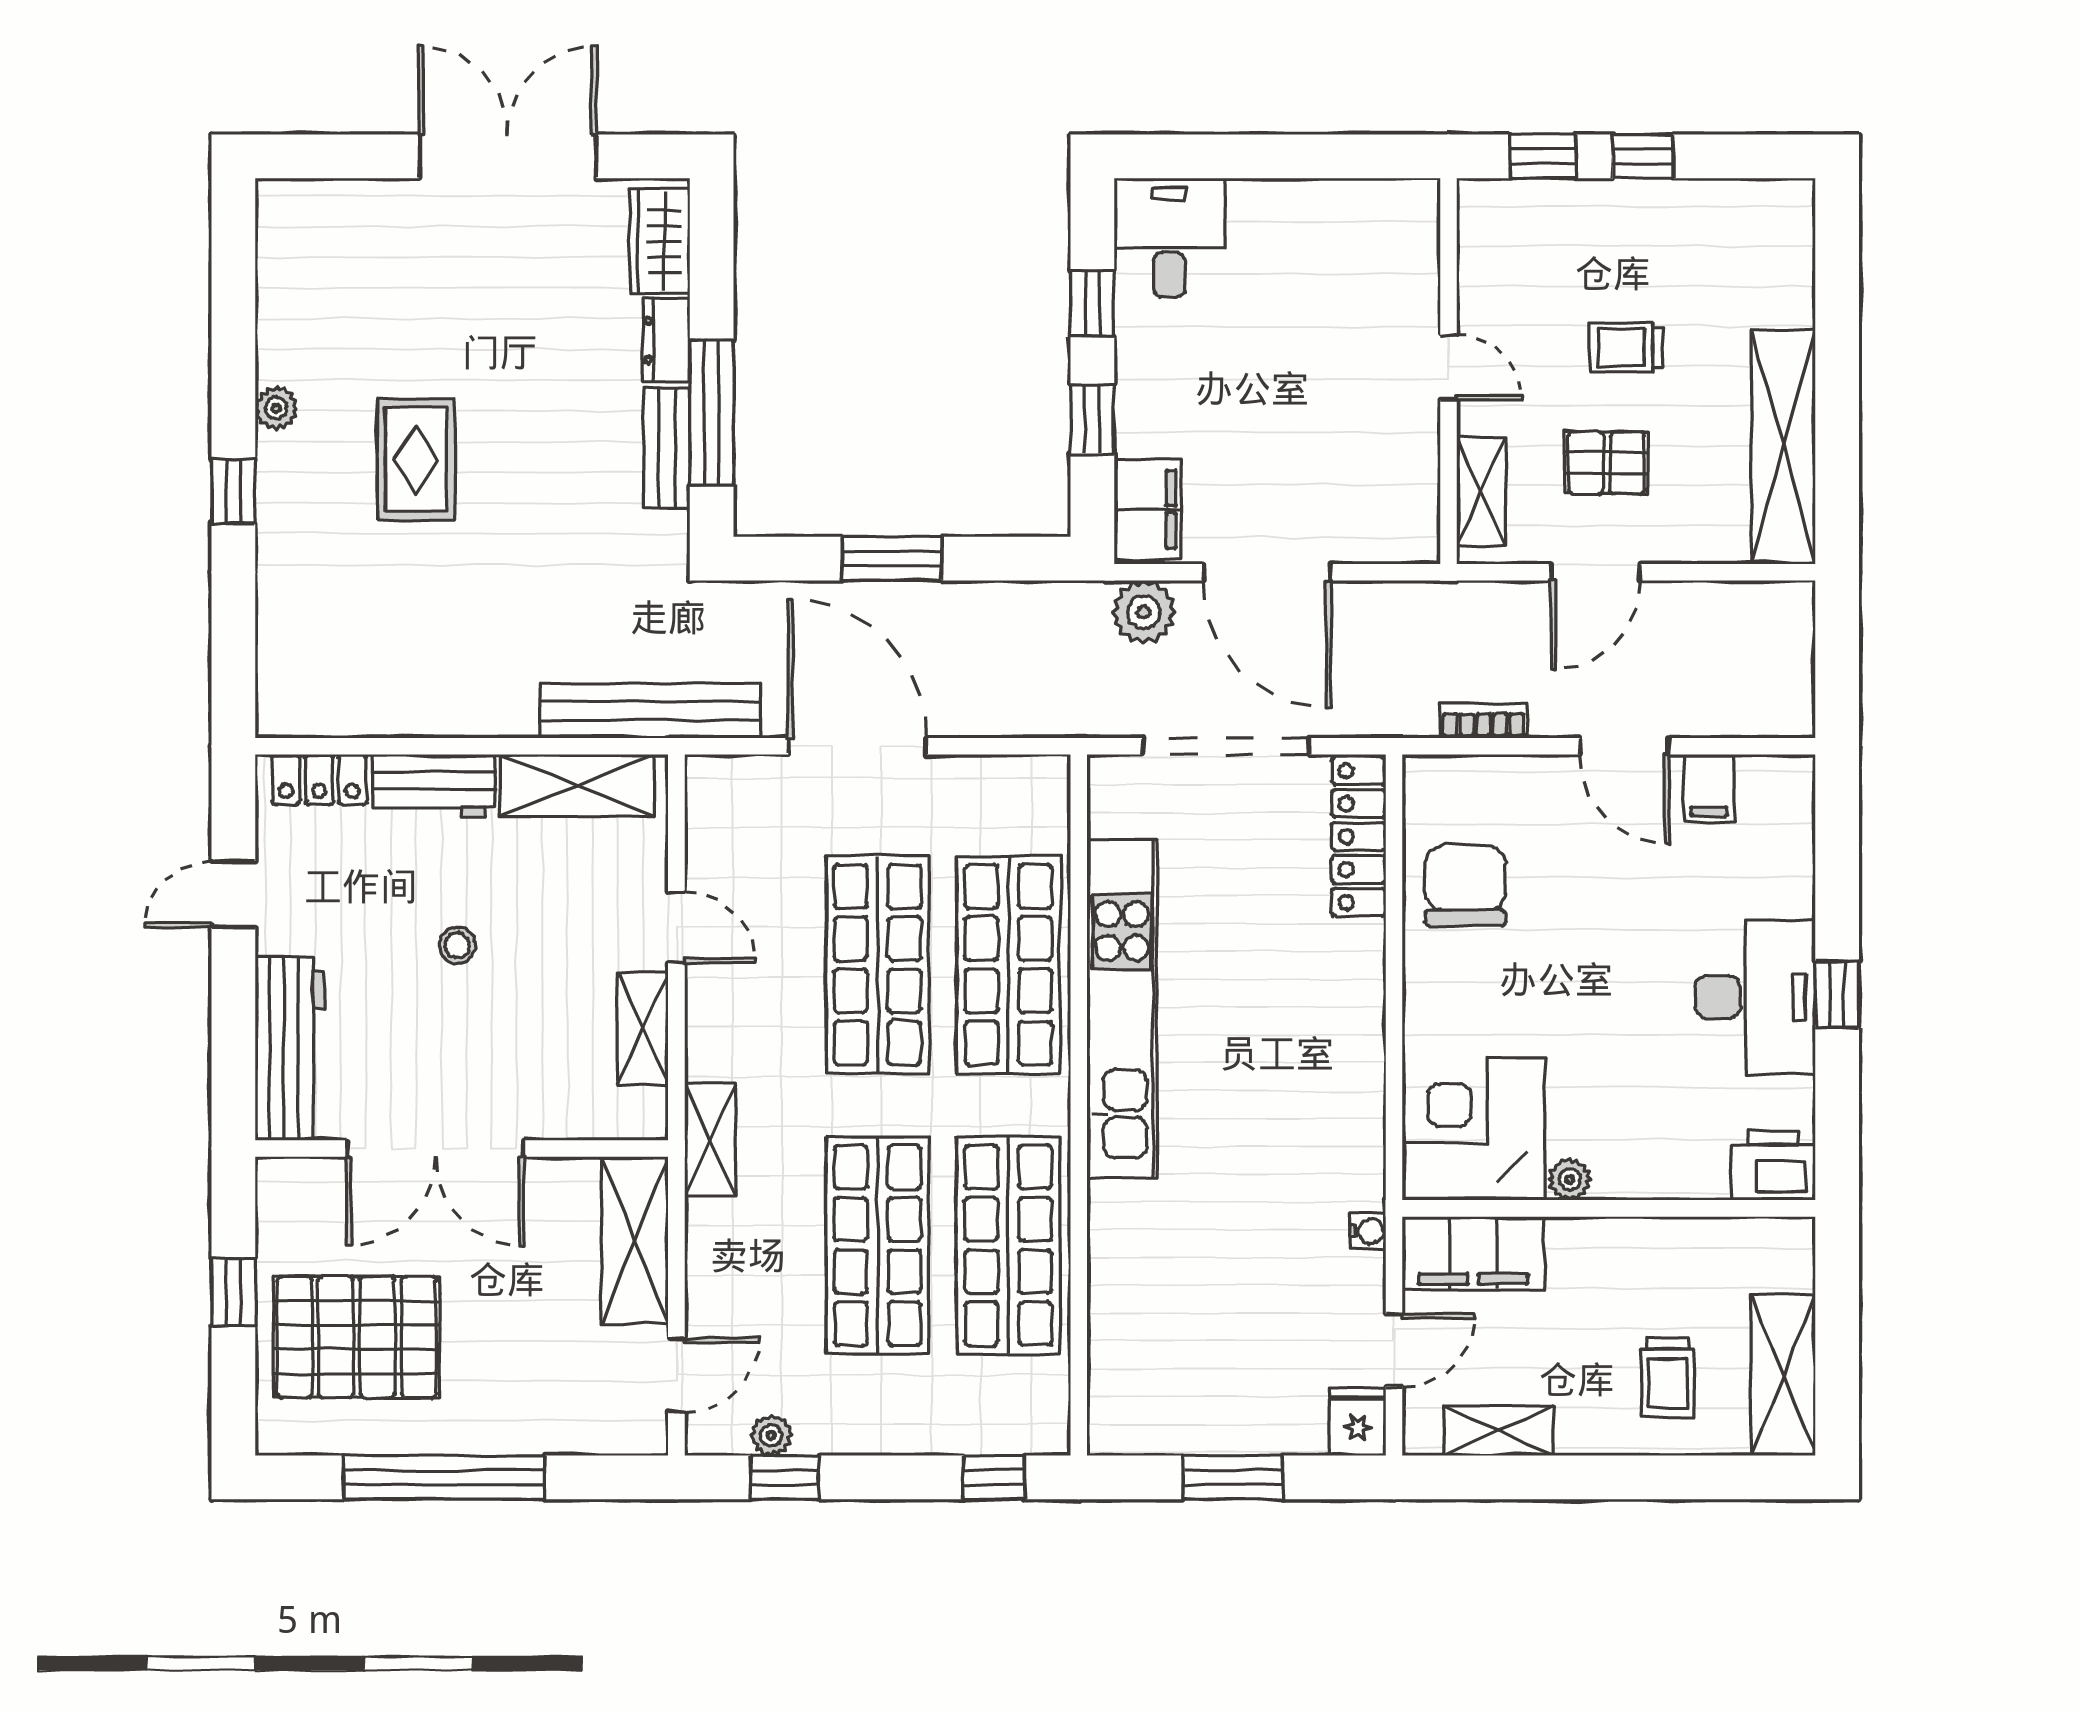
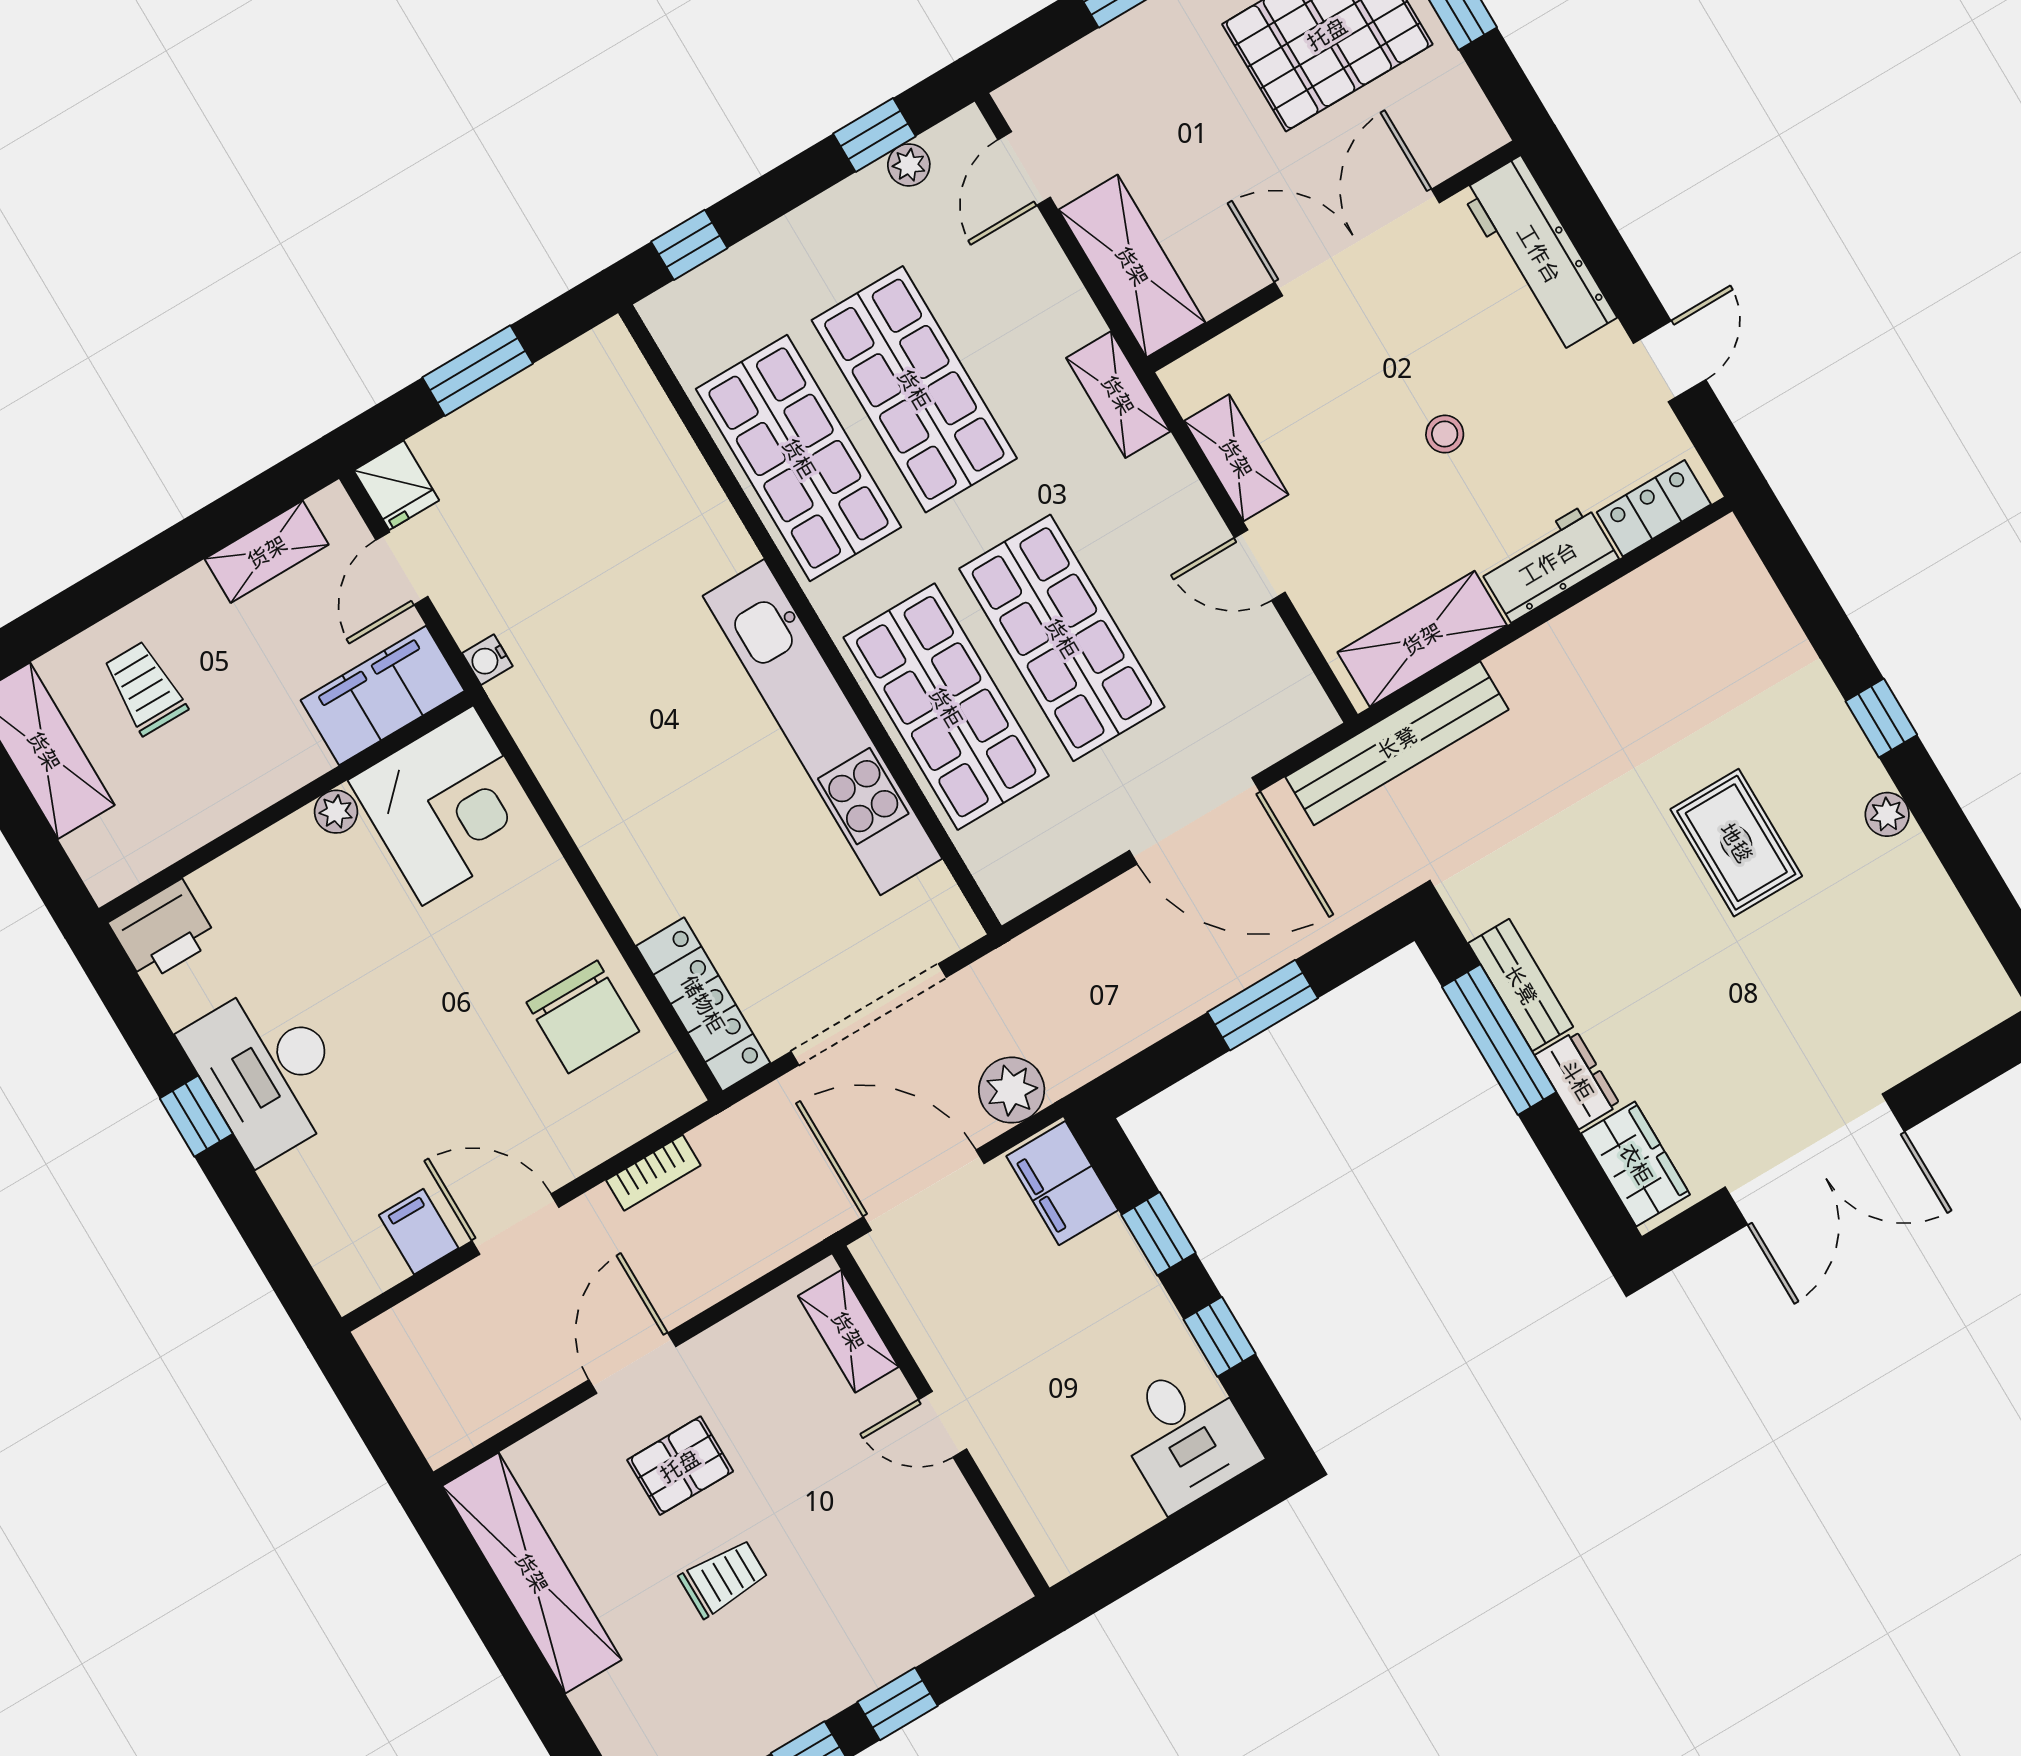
door: (1448, 367) -> (943, 1424), moved
wall: (1448, 371) -> (941, 1421), moved
shelving: (1481, 492) -> (848, 1331), moved

